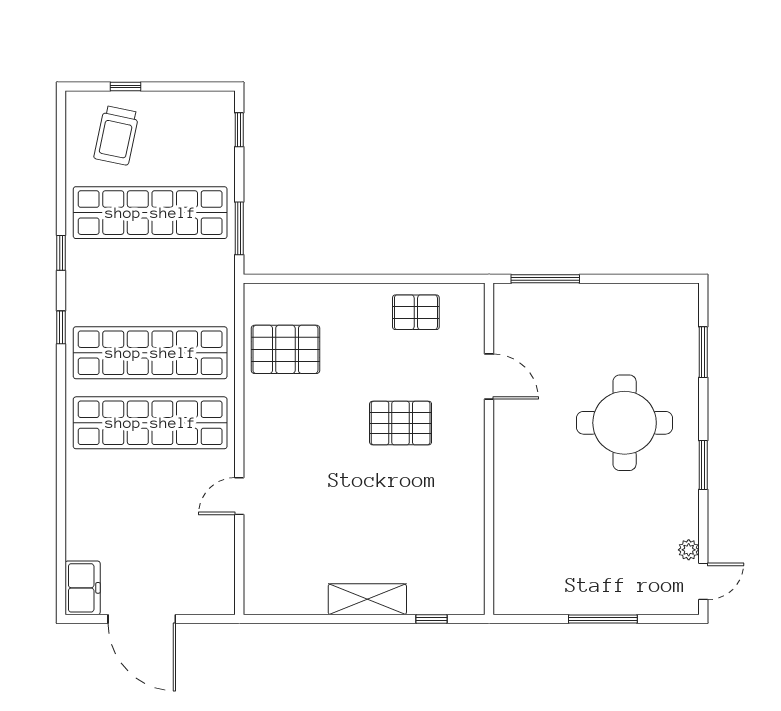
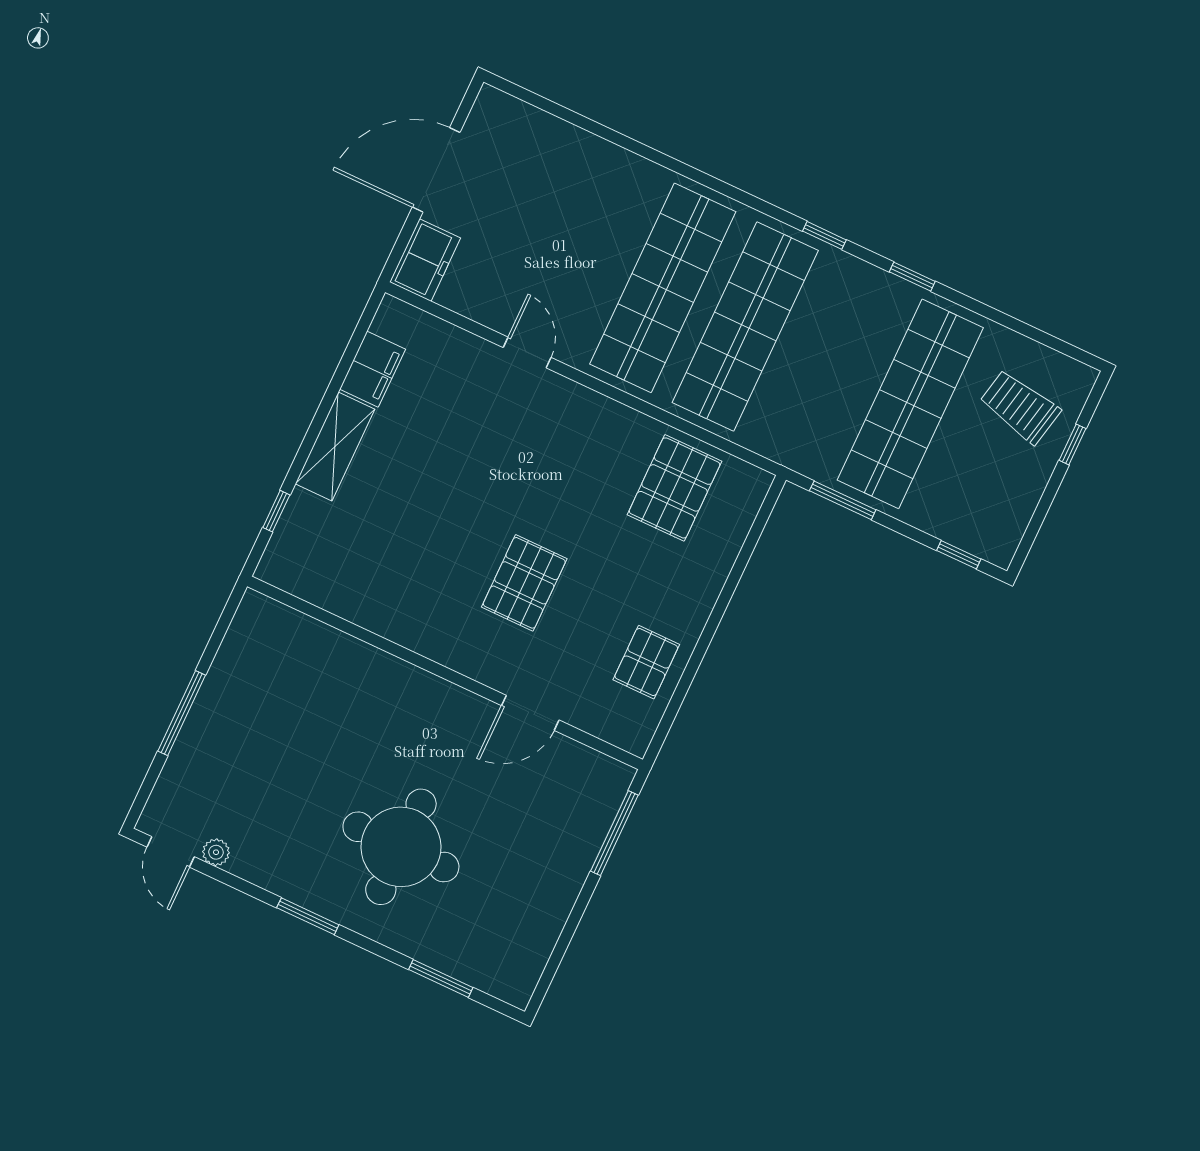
freezer: (83, 588) -> (425, 260), moved, turned -90
filing cabinet: (301, 598) -> (372, 369), added

